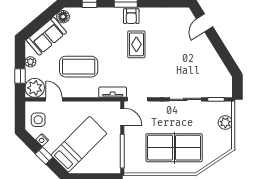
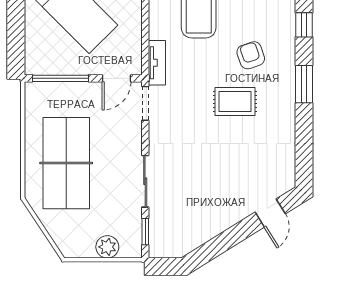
armchair: (131, 16) -> (251, 55), moved, turned 71
door: (205, 23) -> (270, 213), swing flipped

